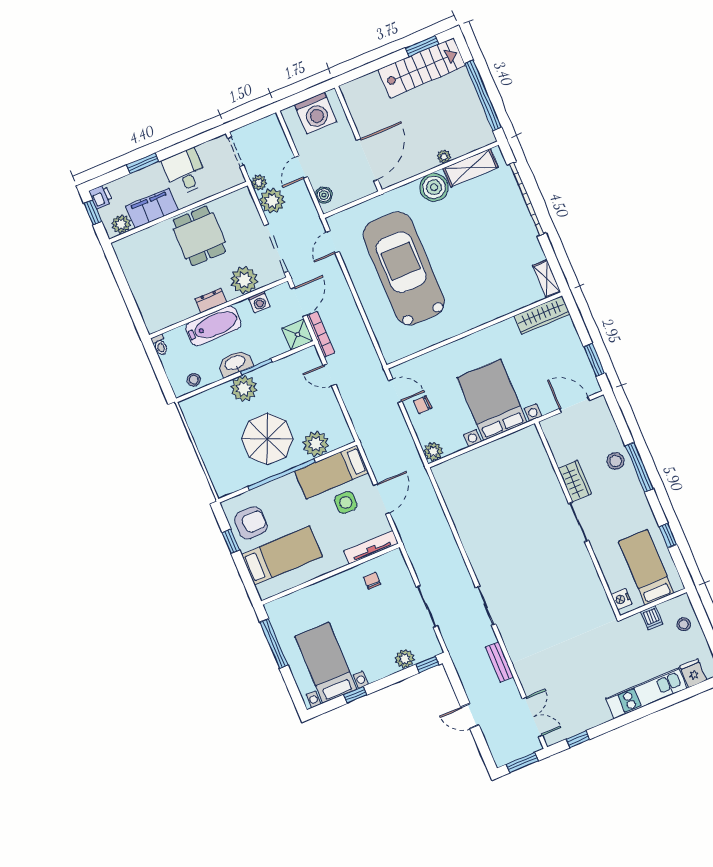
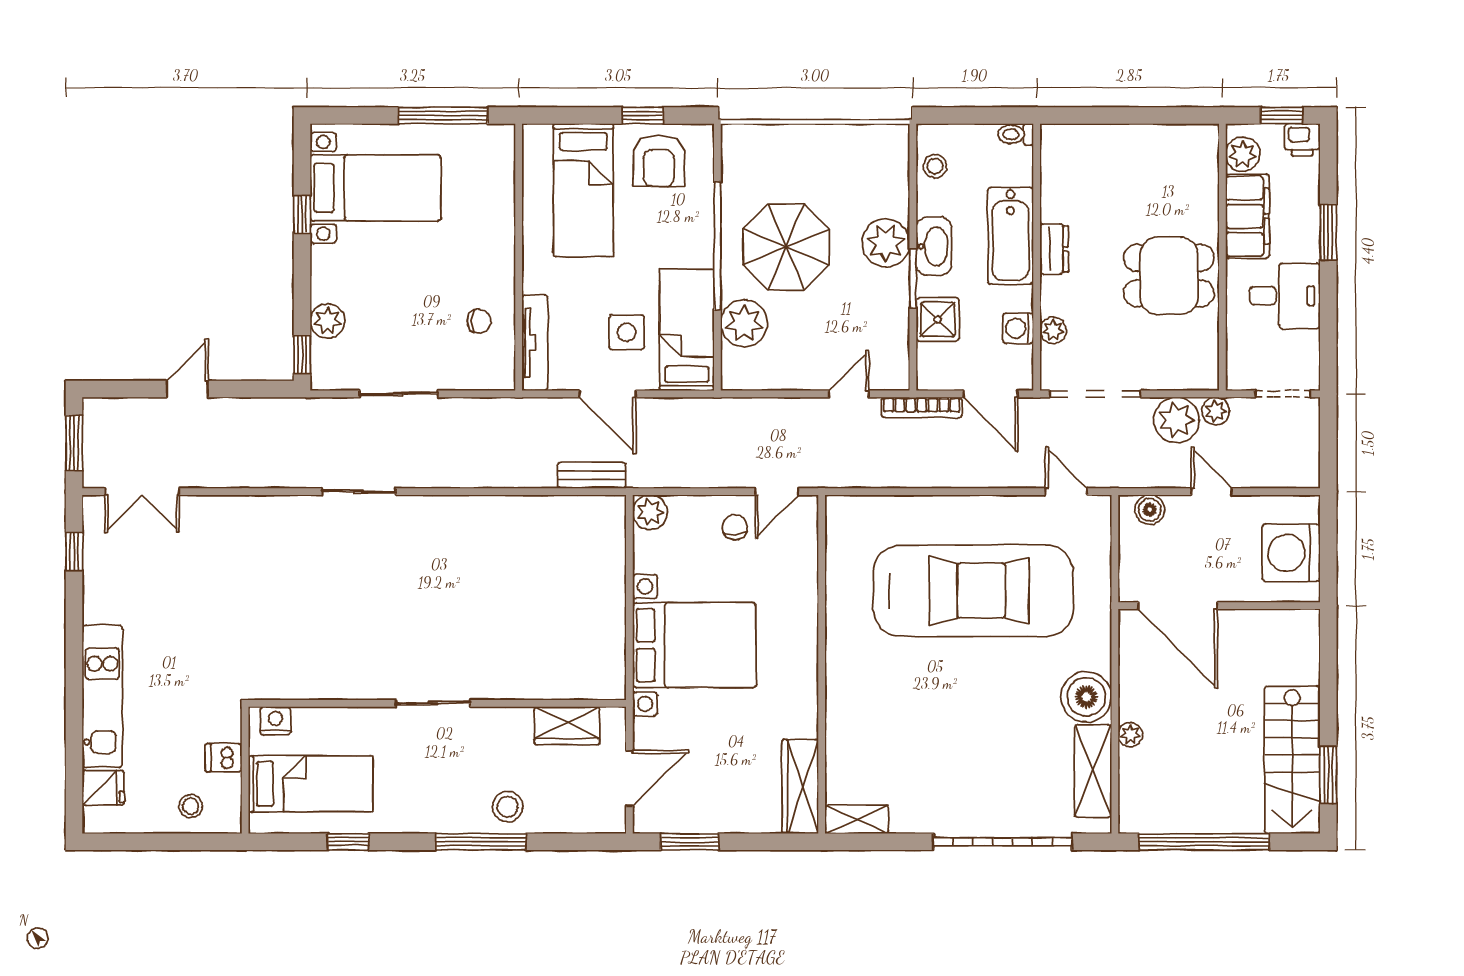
plant: (244, 280) -> (1053, 330), width x0.53, depth x0.53
shower: (297, 335) -> (938, 319), moved
wardrobe: (575, 481) -> (567, 726), moved
bench: (499, 662) -> (592, 475), moved

